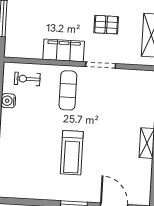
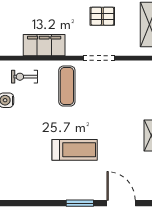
filing cabinet: (64, 50) -> (44, 45), moved
treadmill: (72, 153) -> (75, 150), turned -90

